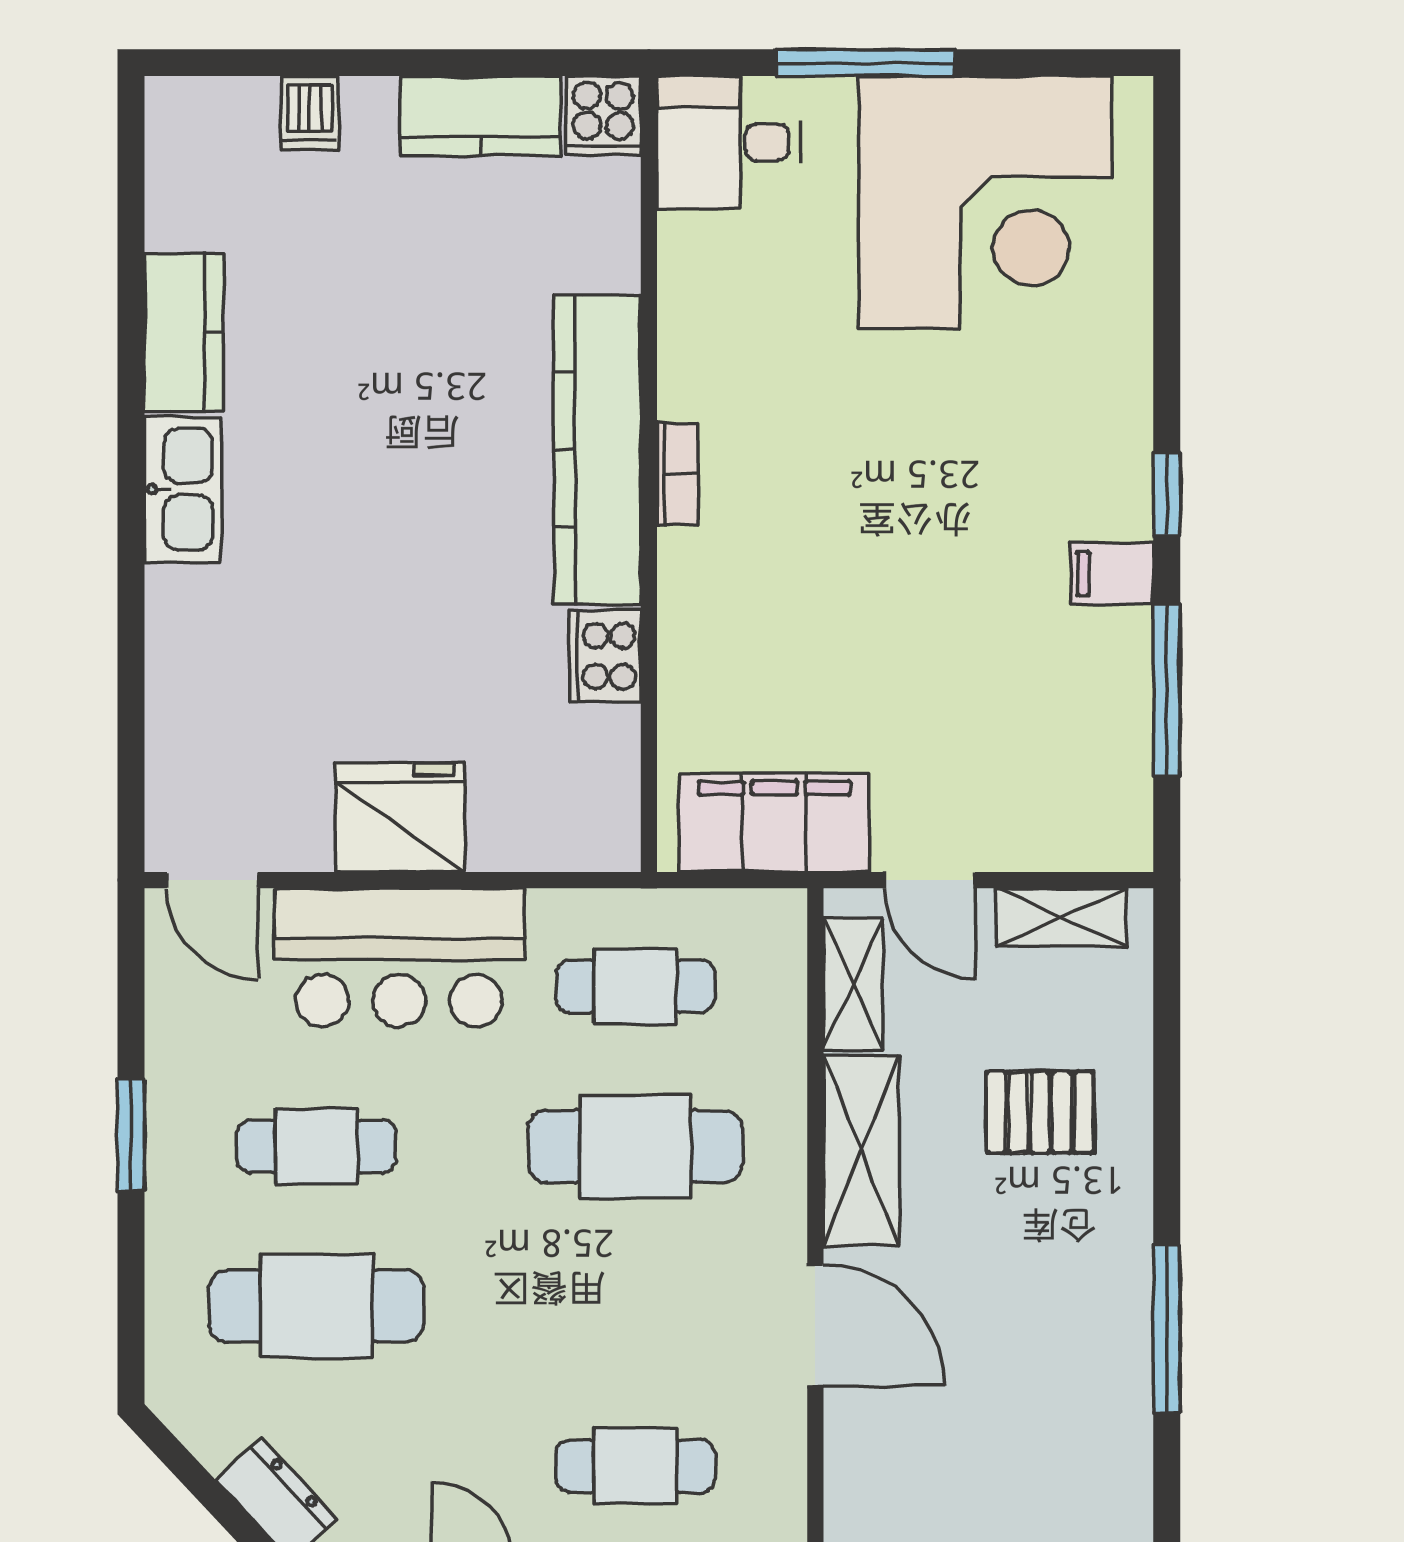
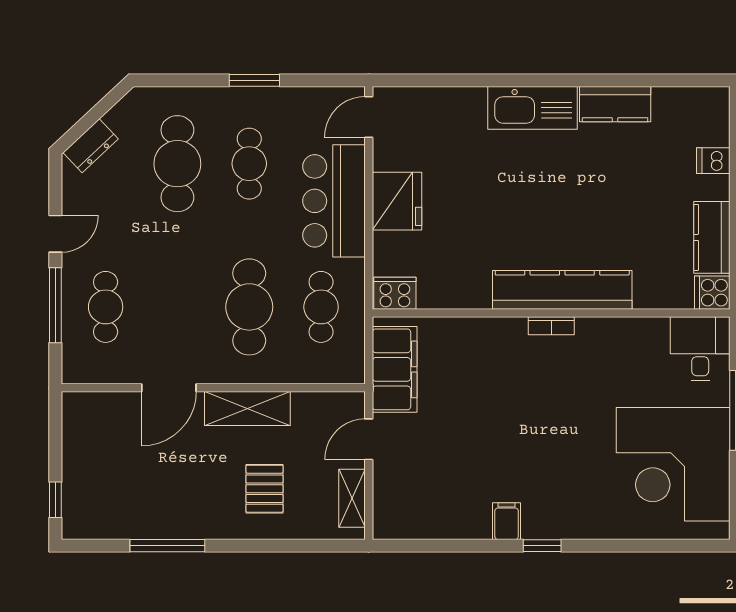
kitchen sink: (183, 489) -> (533, 108), width x1.36, depth x1.24
cooker: (605, 656) -> (395, 293), moved
window: (1167, 691) -> (454, 546), removed
shelving: (853, 984) -> (322, 405), removed

